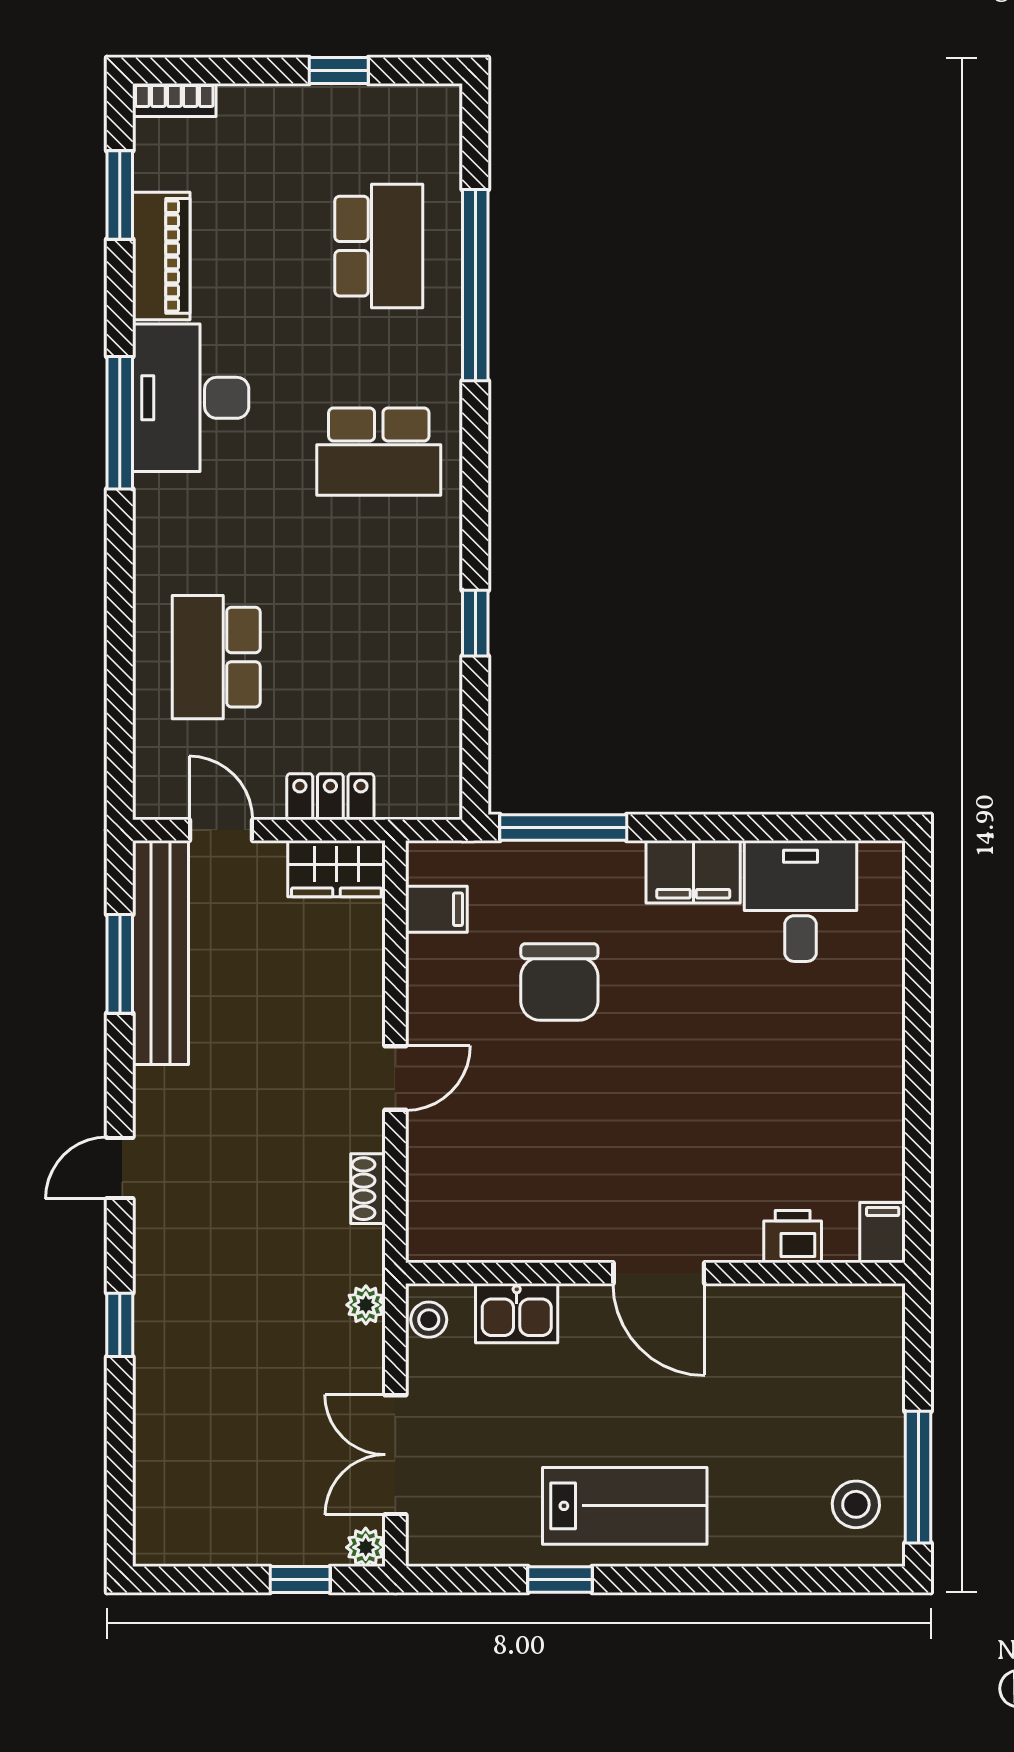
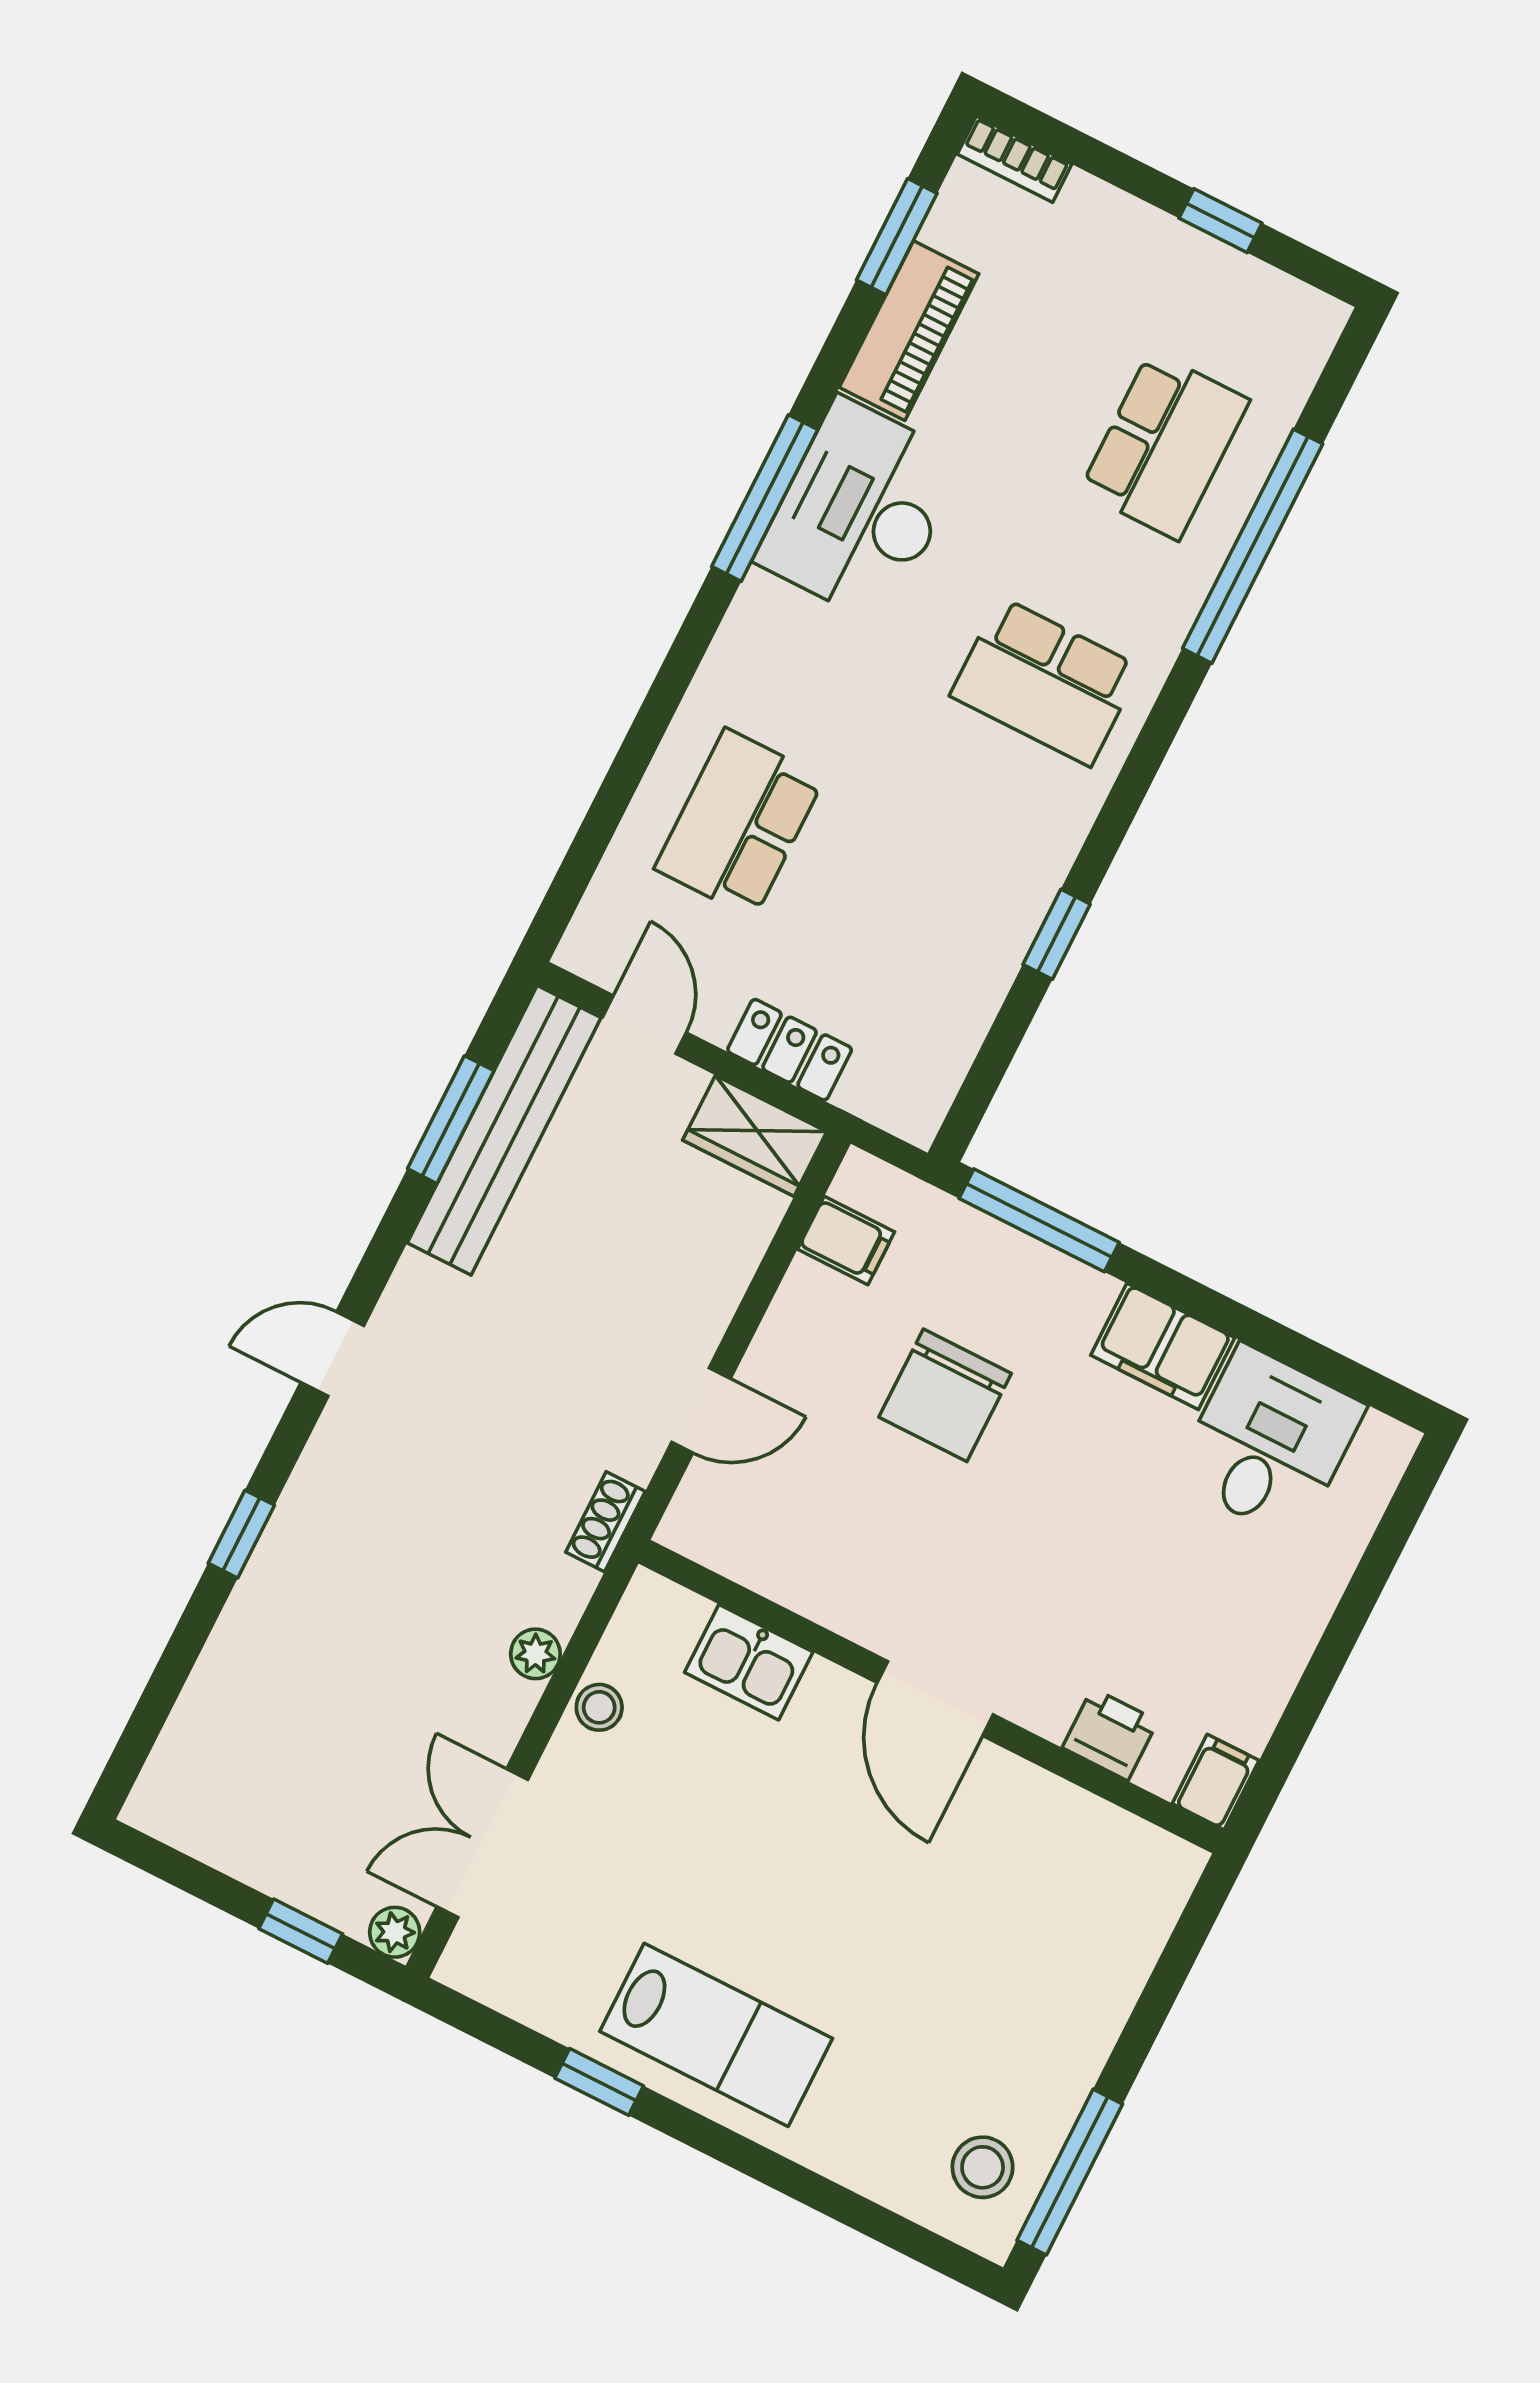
filing cabinet: (883, 1233) -> (1216, 1782), moved
printer: (793, 1237) -> (1110, 1734), moved
wall: (655, 1273) -> (931, 1697), moved
door: (659, 1273) -> (935, 1699), moved
kitchen sink: (517, 1313) -> (749, 1662), moved

